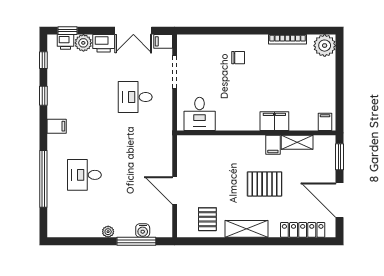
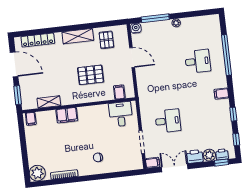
filing cabinet: (273, 145) -> (119, 92), moved
pallet: (265, 184) -> (91, 75), moved
water cooler: (143, 231) -> (136, 28), moved

